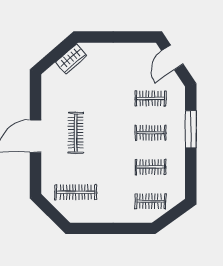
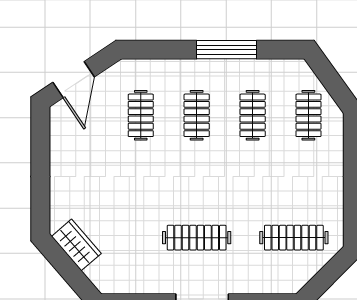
door: (172, 57) -> (74, 80), hinge flipped
window: (191, 129) -> (227, 50), moved
clothes rail: (76, 192) -> (294, 238), turned 90

